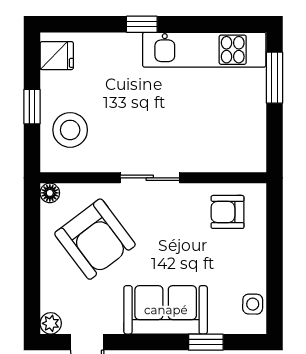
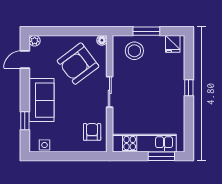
kitchen unit: (204, 50) -> (144, 143), moved, turned 90
window: (32, 107) -> (146, 31), width x1.50

